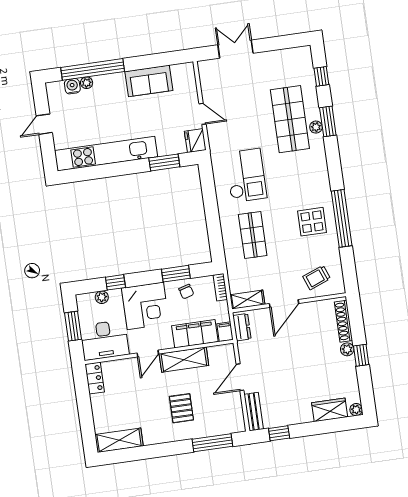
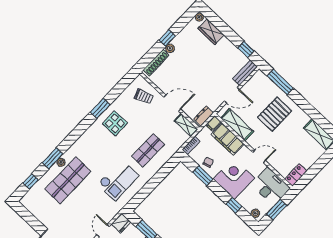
checkout: (246, 175) -> (118, 180), turned 180
window: (342, 218) -> (100, 108), width x0.47
plant: (102, 297) -> (255, 213), moved
shelving: (184, 360) -> (237, 125), moved
pallet: (181, 408) -> (275, 114), width x1.50, depth x1.42

